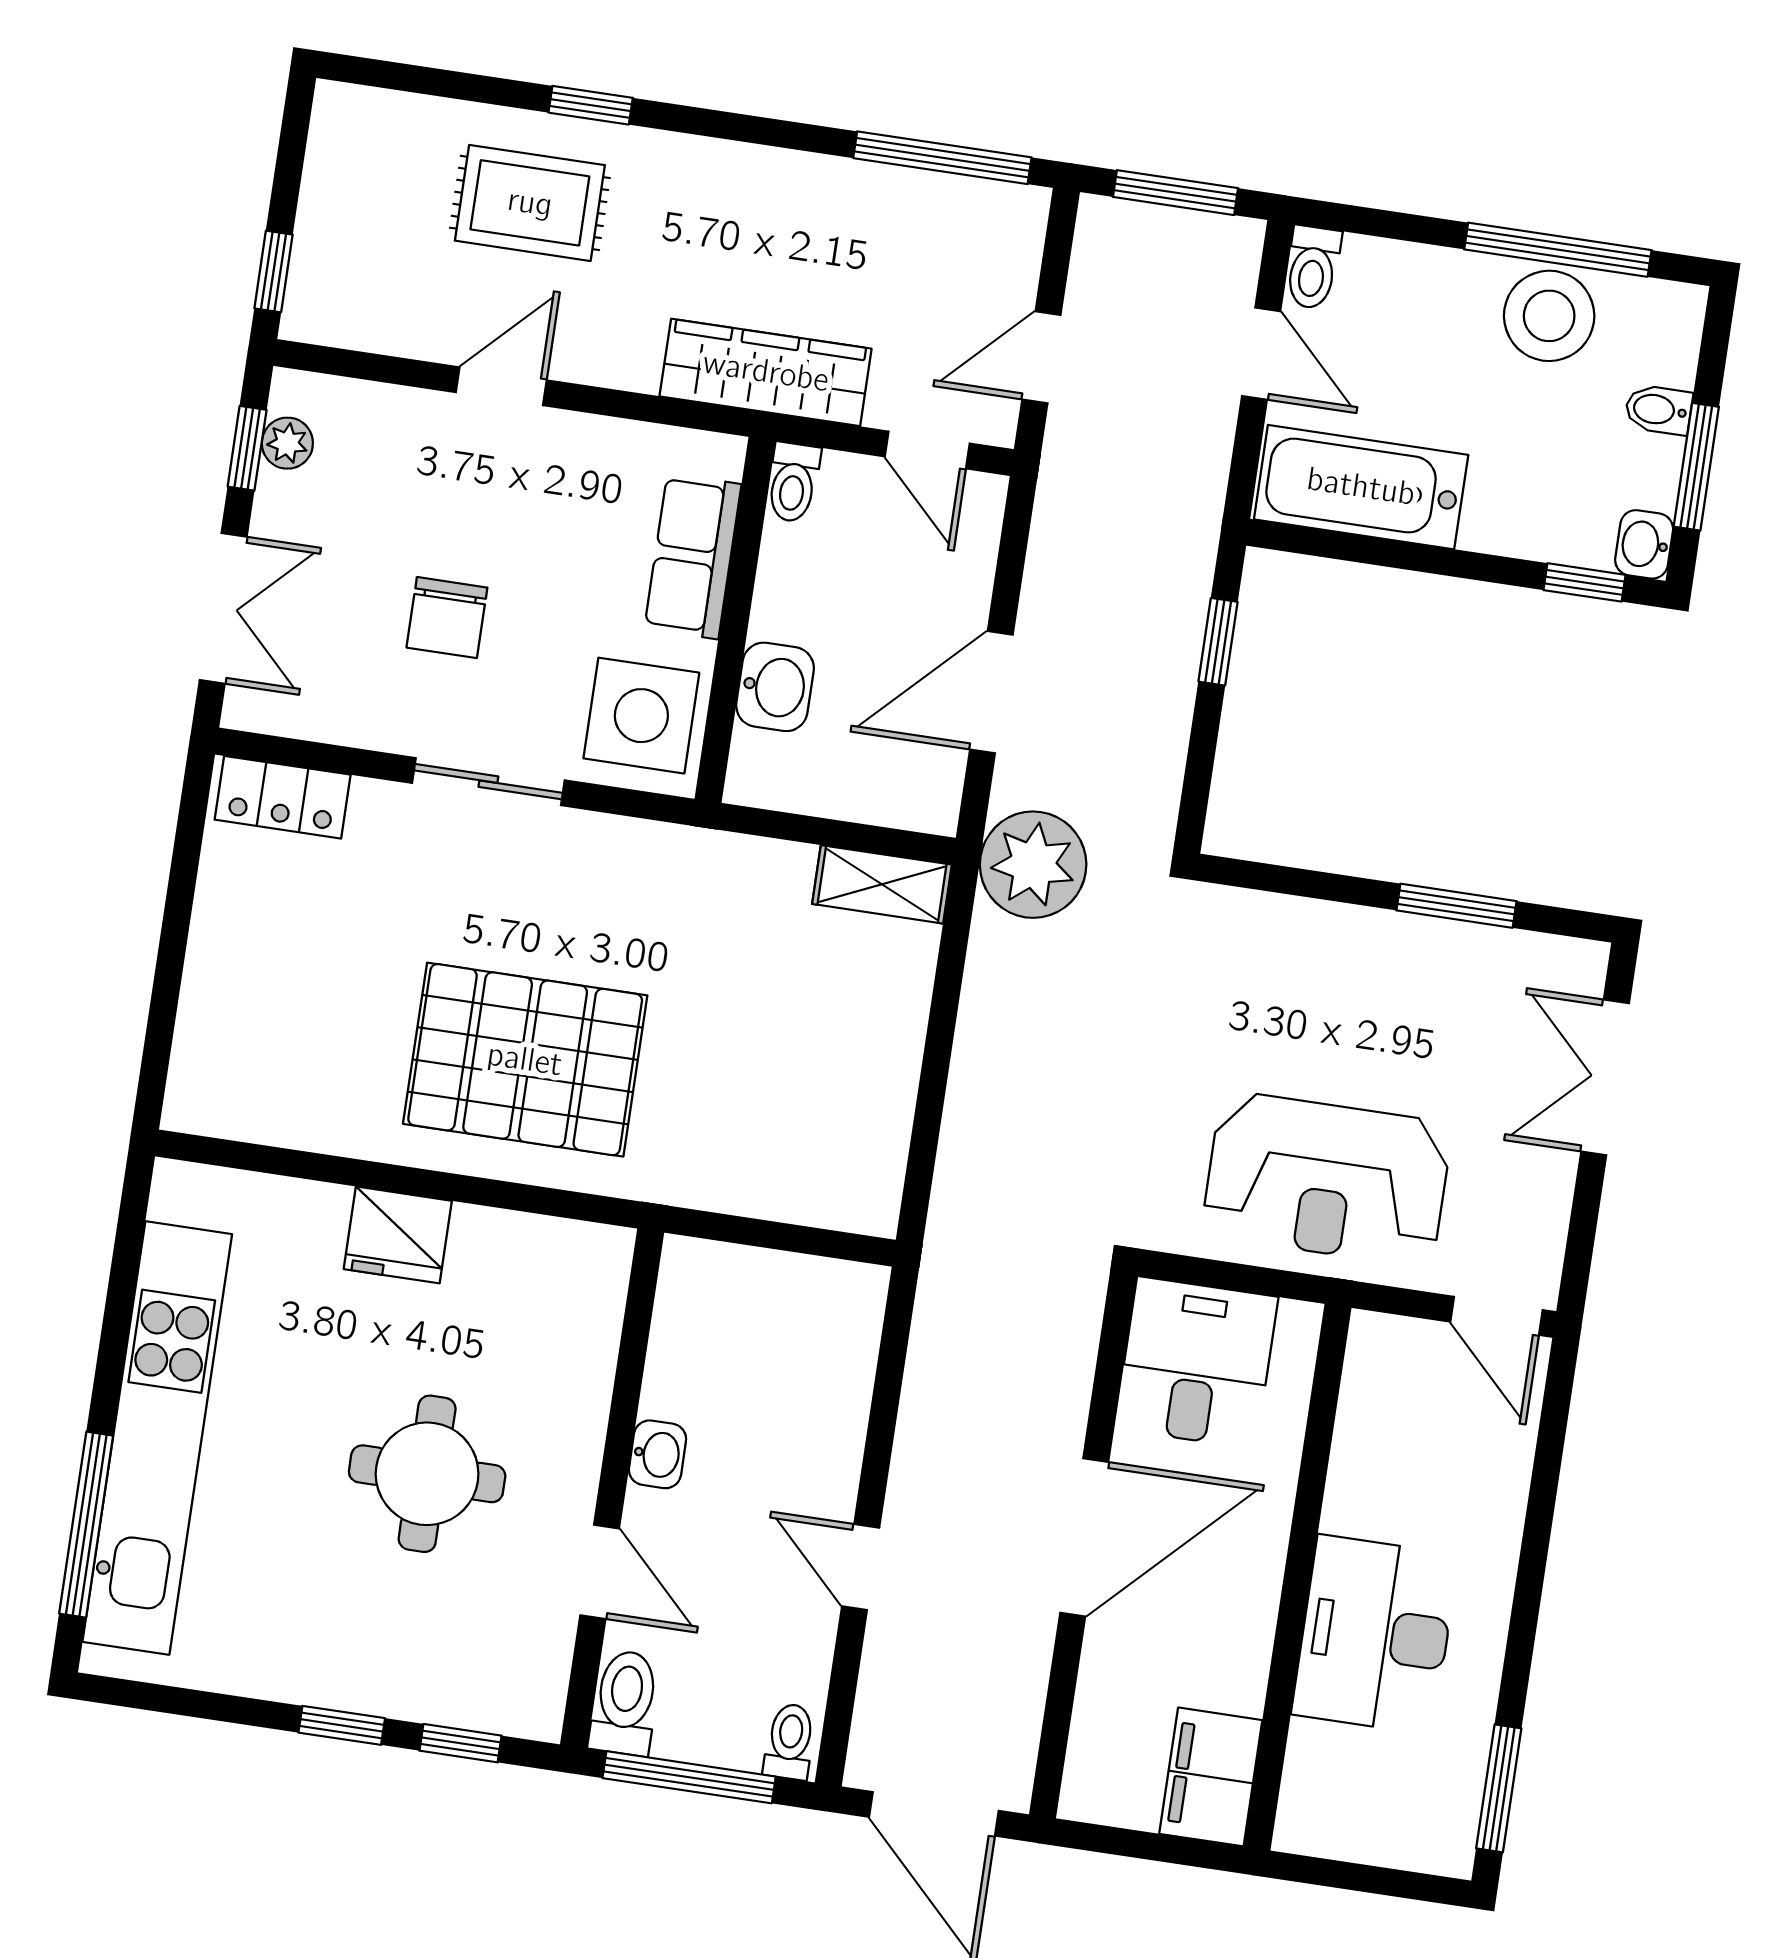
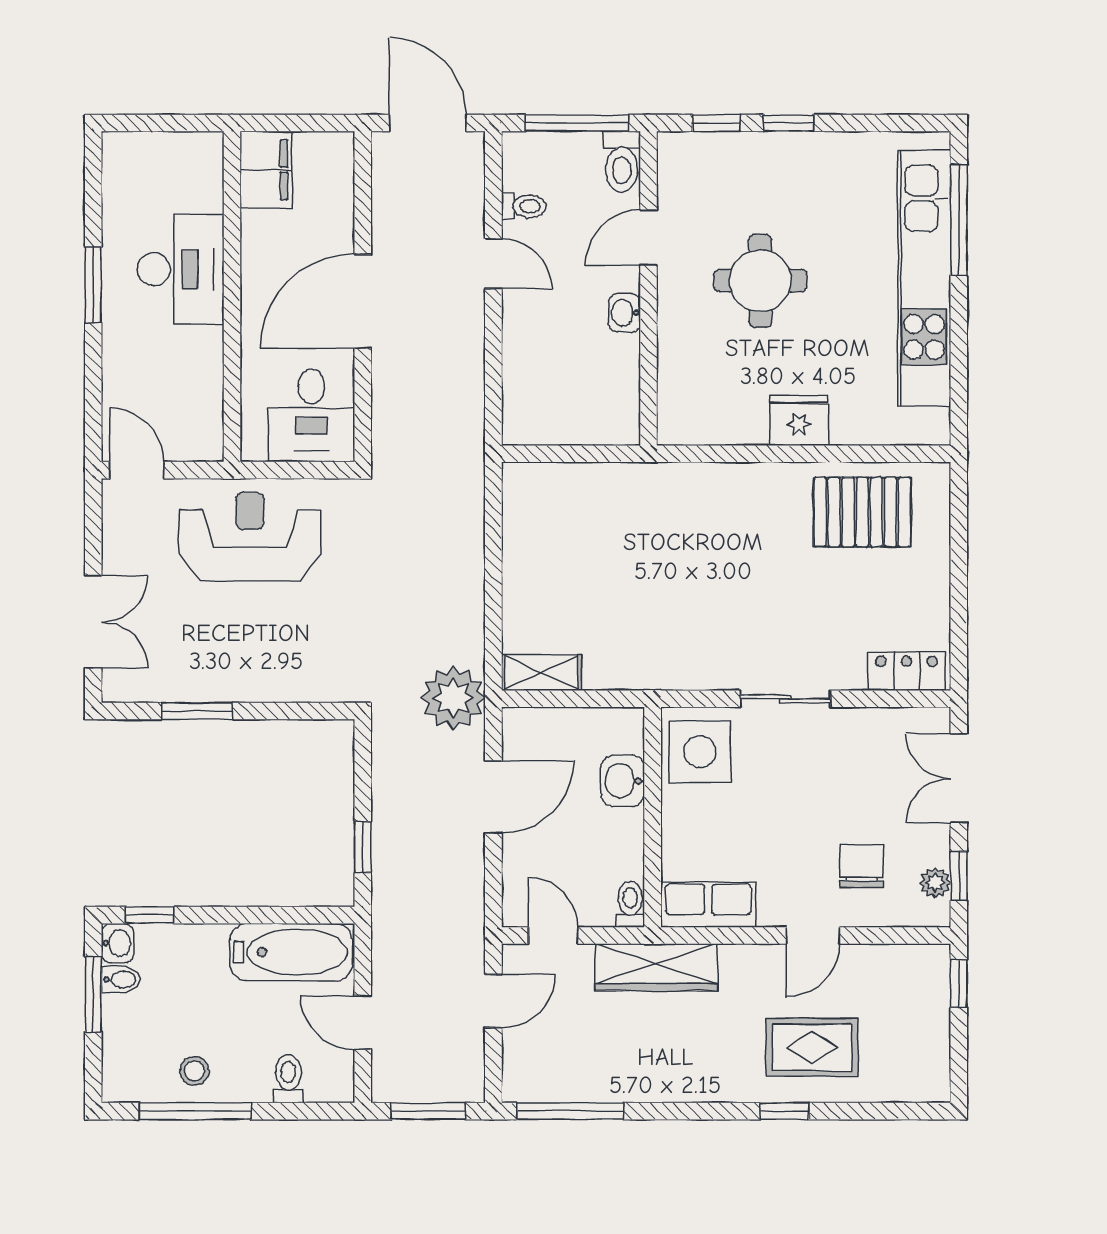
toilet: (1313, 267) -> (288, 1079), moved
stool: (1549, 316) -> (194, 1071), width x0.53, depth x0.53
bidet: (1658, 410) -> (121, 979), moved
row of seats: (693, 556) -> (708, 905), moved, turned -90
chair: (447, 618) -> (862, 866), moved
pallet: (525, 1060) -> (862, 512), moved, width x0.73, depth x0.71
door: (600, 1572) -> (649, 238), hinge flipped
toilet: (790, 1741) -> (524, 206), moved, turned -90
window: (1499, 1788) -> (93, 285), moved

